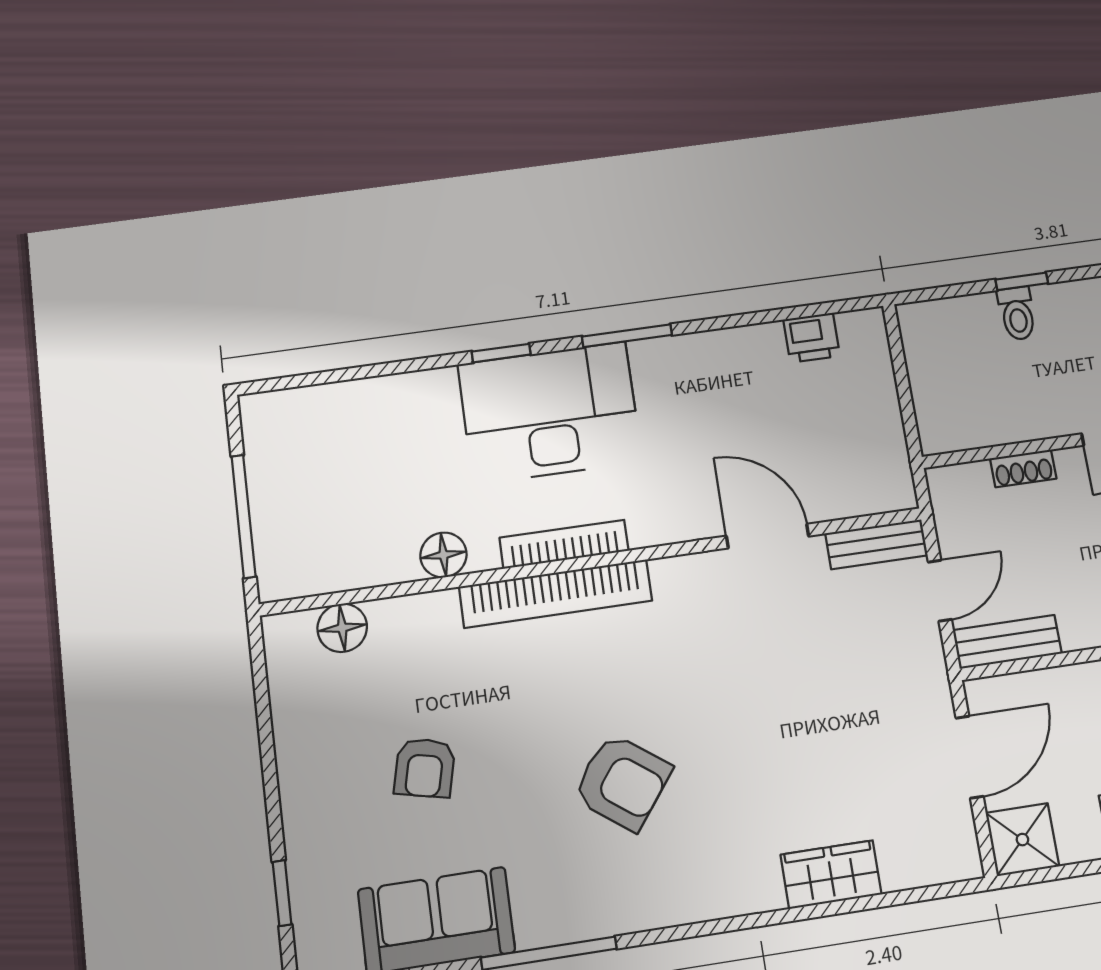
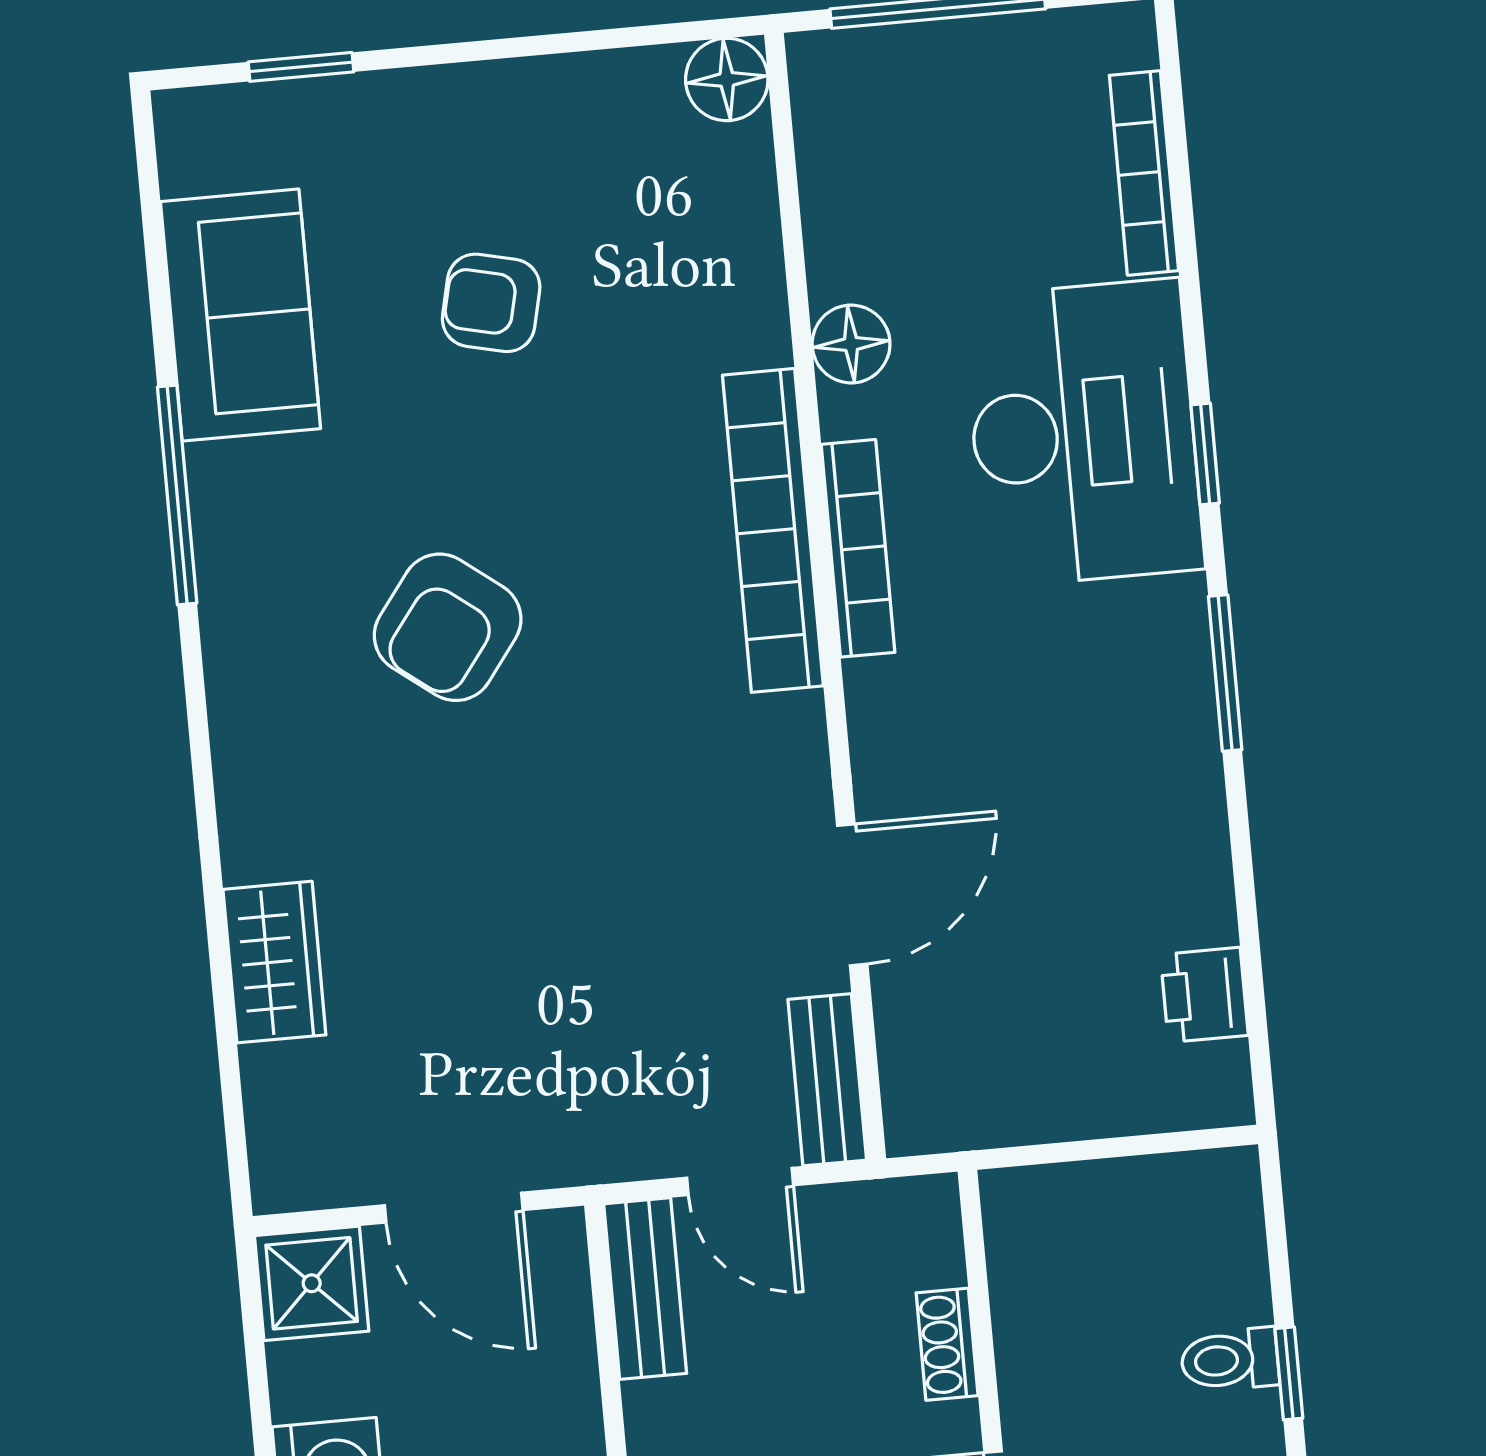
bookcase: (339, 395) -> (1144, 173), added
desk: (550, 413) -> (1083, 433), moved
floor lamp: (342, 628) -> (727, 79), moved

